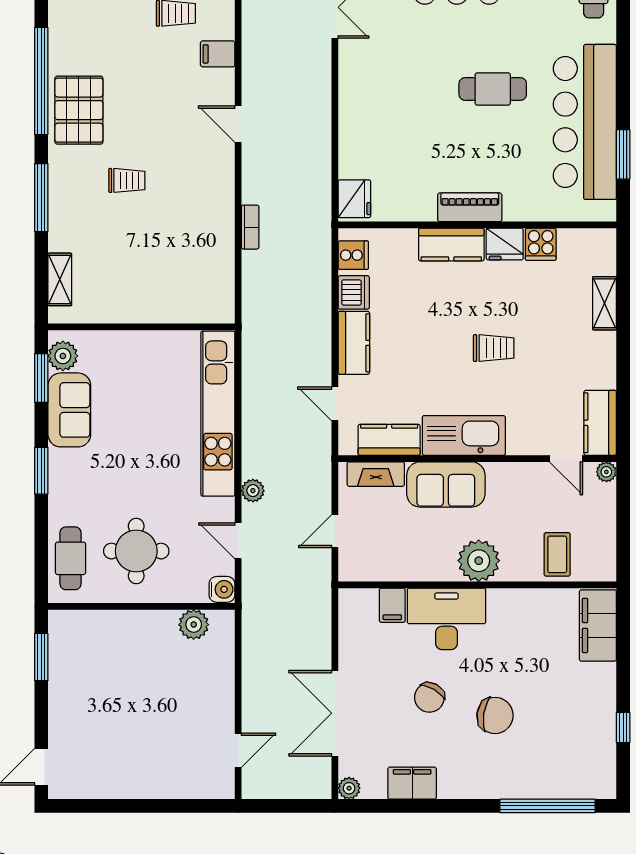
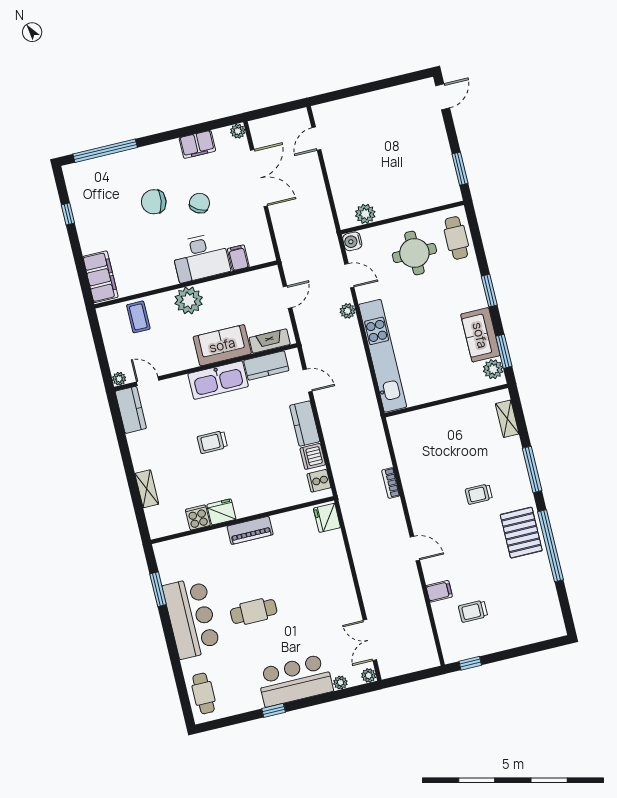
bar counter: (585, 122) -> (191, 618), width x0.73
kitchen counter: (451, 244) -> (256, 503), removed

